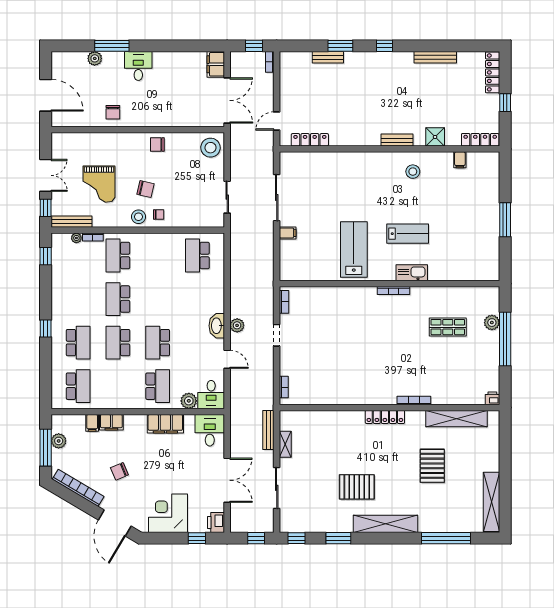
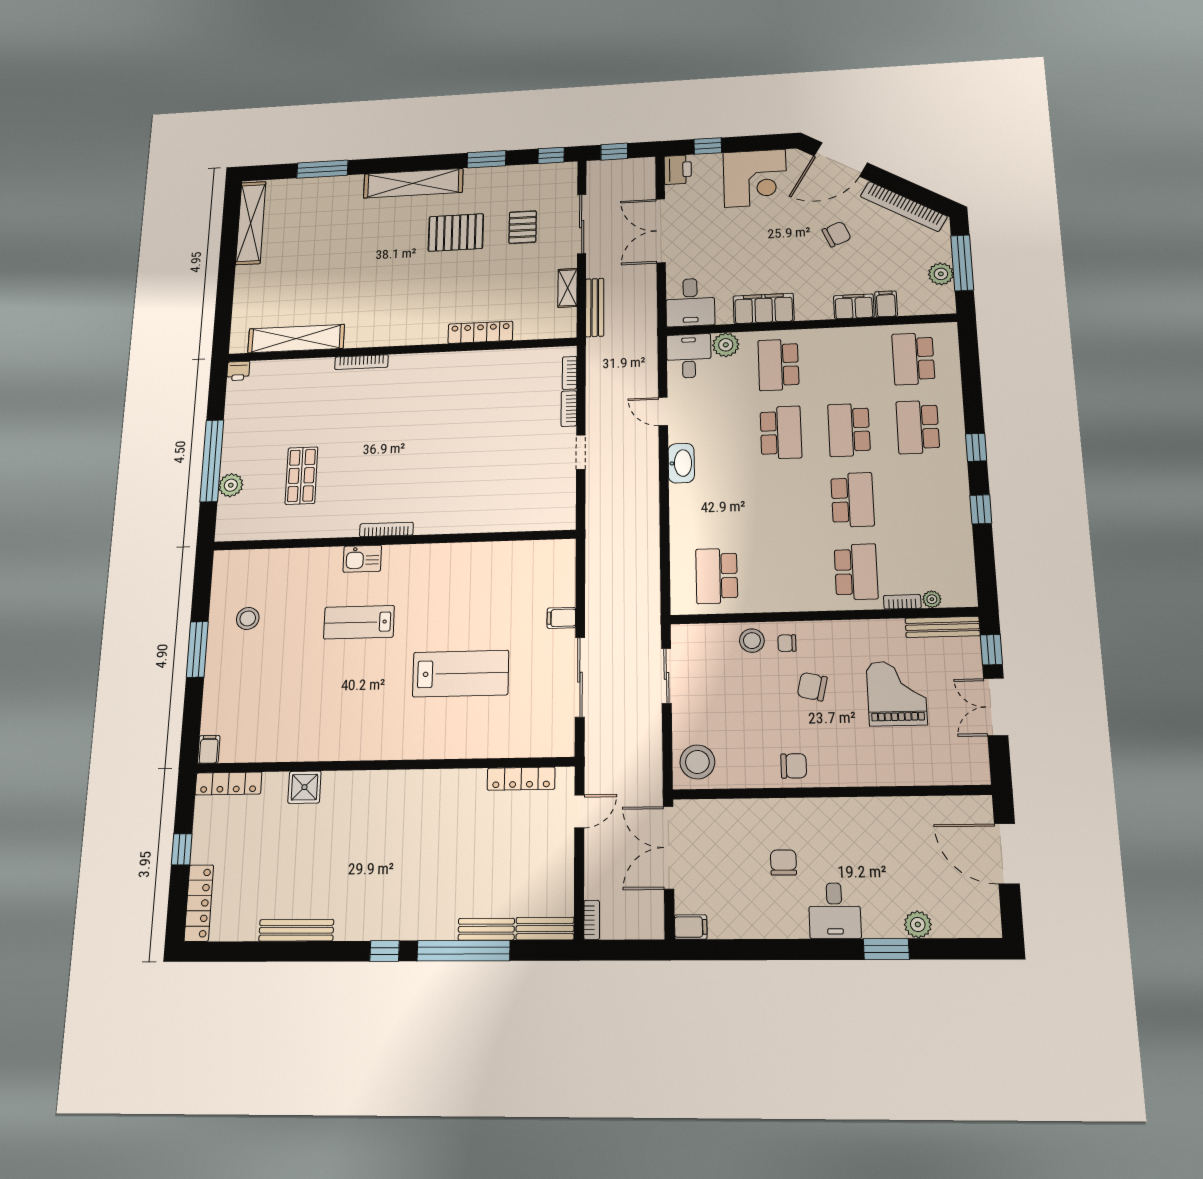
window: (112, 46) -> (886, 949), width x0.69
window: (254, 46) -> (620, 950), removed
window: (340, 46) -> (463, 951), width x2.11
filing cabinet: (216, 64) -> (691, 927), width x0.50
chair: (113, 112) -> (783, 862), moved
bench: (397, 140) -> (545, 929), moved
filing cabinet: (460, 160) -> (209, 749), moved
stool: (413, 172) -> (248, 618), moved
stool: (138, 217) -> (752, 641), moved
lab bench: (354, 249) -> (461, 673), moved, turned -90
window: (46, 256) -> (981, 509), moved
school desk: (197, 256) -> (717, 576), turned 180
kitchen sink: (412, 273) -> (362, 559), width x0.73
bookcase: (284, 302) -> (569, 409), moved
plant: (237, 325) -> (647, 465), removed
shop shelf: (448, 327) -> (301, 476), turned 90
school desk: (118, 343) -> (849, 430), turned 180
locker: (385, 417) -> (480, 332), moved
pallet: (432, 466) -> (523, 227), moved, width x0.67, depth x0.71
door: (115, 523) -> (841, 159), swing flipped
window: (446, 538) -> (322, 169), width x0.68

